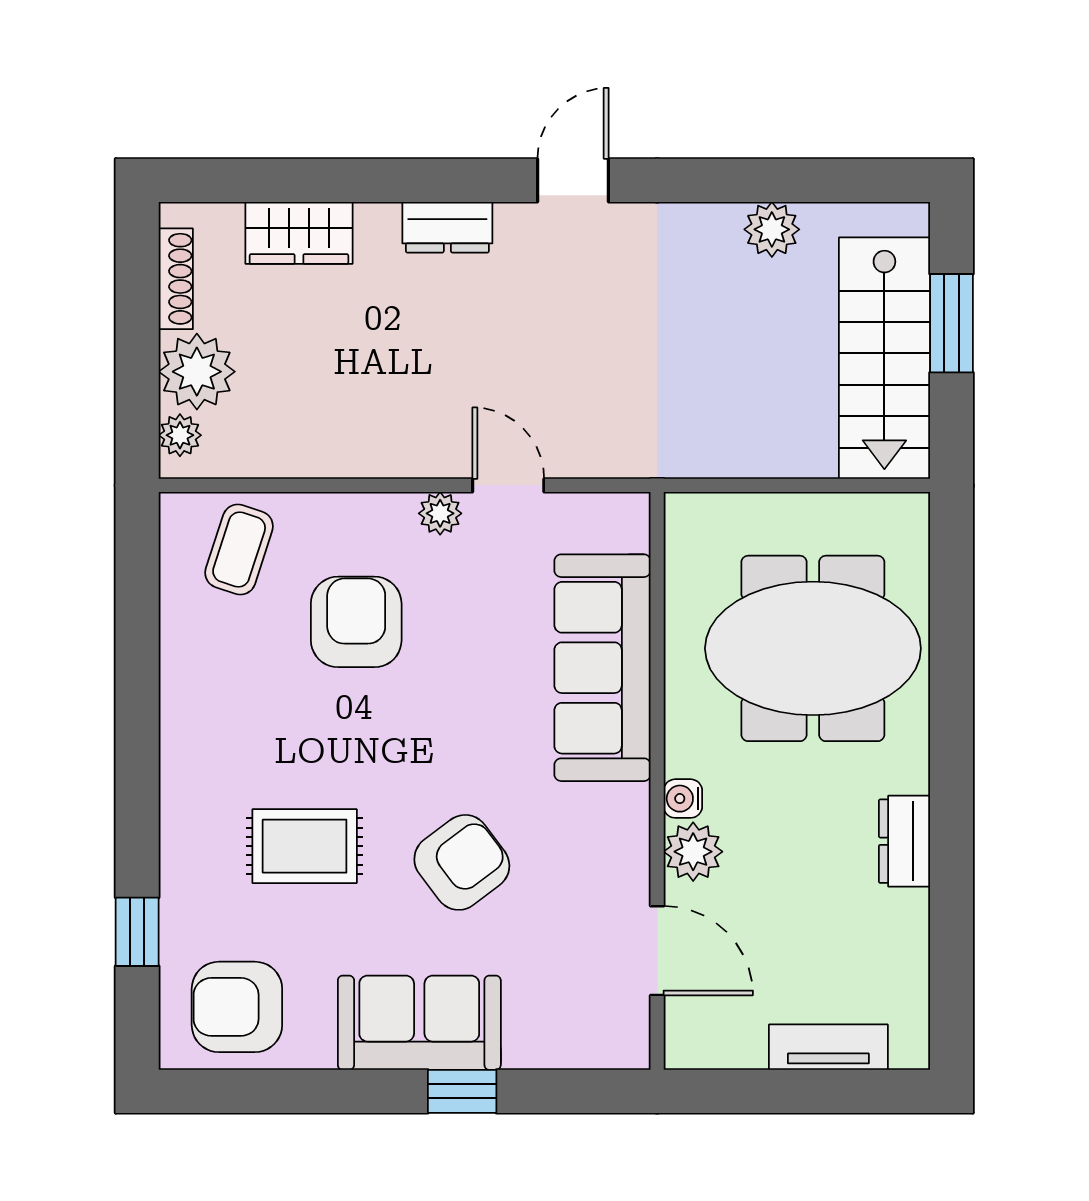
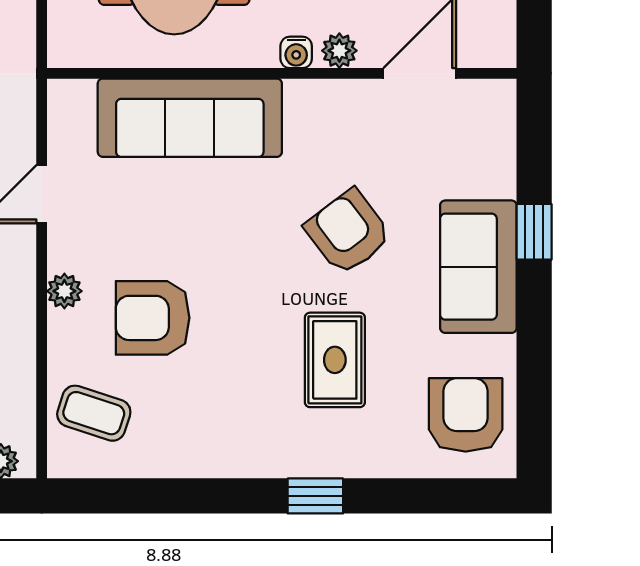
plant: (440, 513) -> (64, 291), moved
plant: (693, 852) -> (339, 51), width x0.73, depth x0.73
window: (137, 932) -> (315, 496), moved
armchair: (237, 1007) -> (466, 415), turned 180

